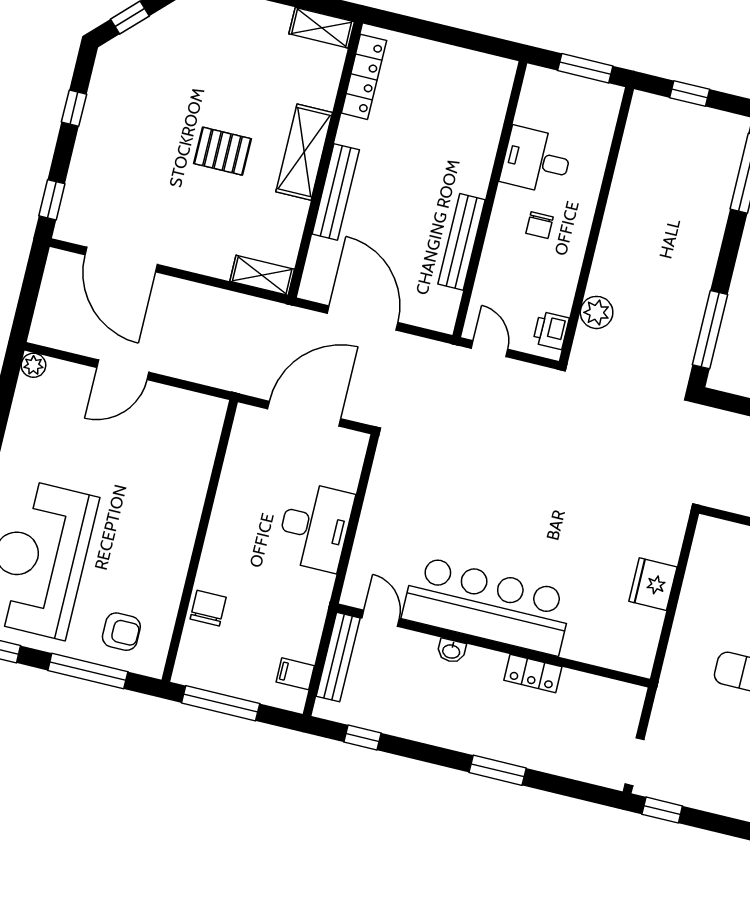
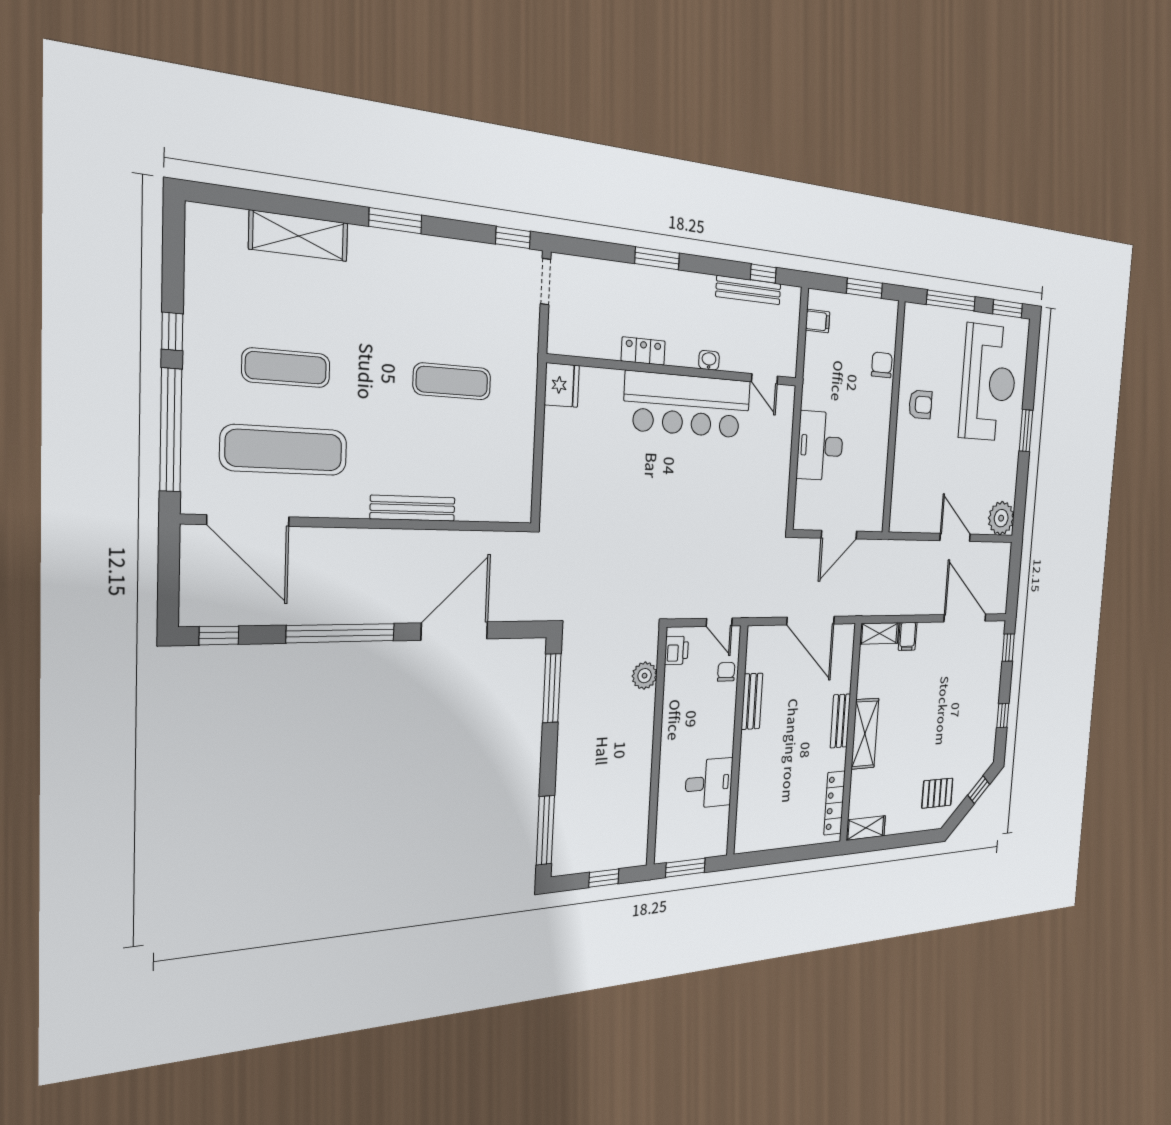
pallet: (223, 151) -> (937, 793), moved
bench: (336, 192) -> (840, 721), width x0.73
chair: (540, 225) -> (726, 672), moved
bench: (462, 242) -> (752, 701), width x0.73
filing cabinet: (218, 260) -> (908, 636), added
plant: (33, 365) -> (1001, 518), width x1.87, depth x1.87
door: (123, 370) -> (955, 537), hinge flipped
door: (304, 414) -> (839, 535), width x0.73
fridge: (653, 584) -> (562, 385), moved
chair: (208, 608) -> (882, 365), turned 180
armchair: (121, 632) -> (920, 405), moved, turned 180
bench: (338, 657) -> (749, 290), moved, turned 90
window: (221, 703) -> (864, 288), width x0.69

